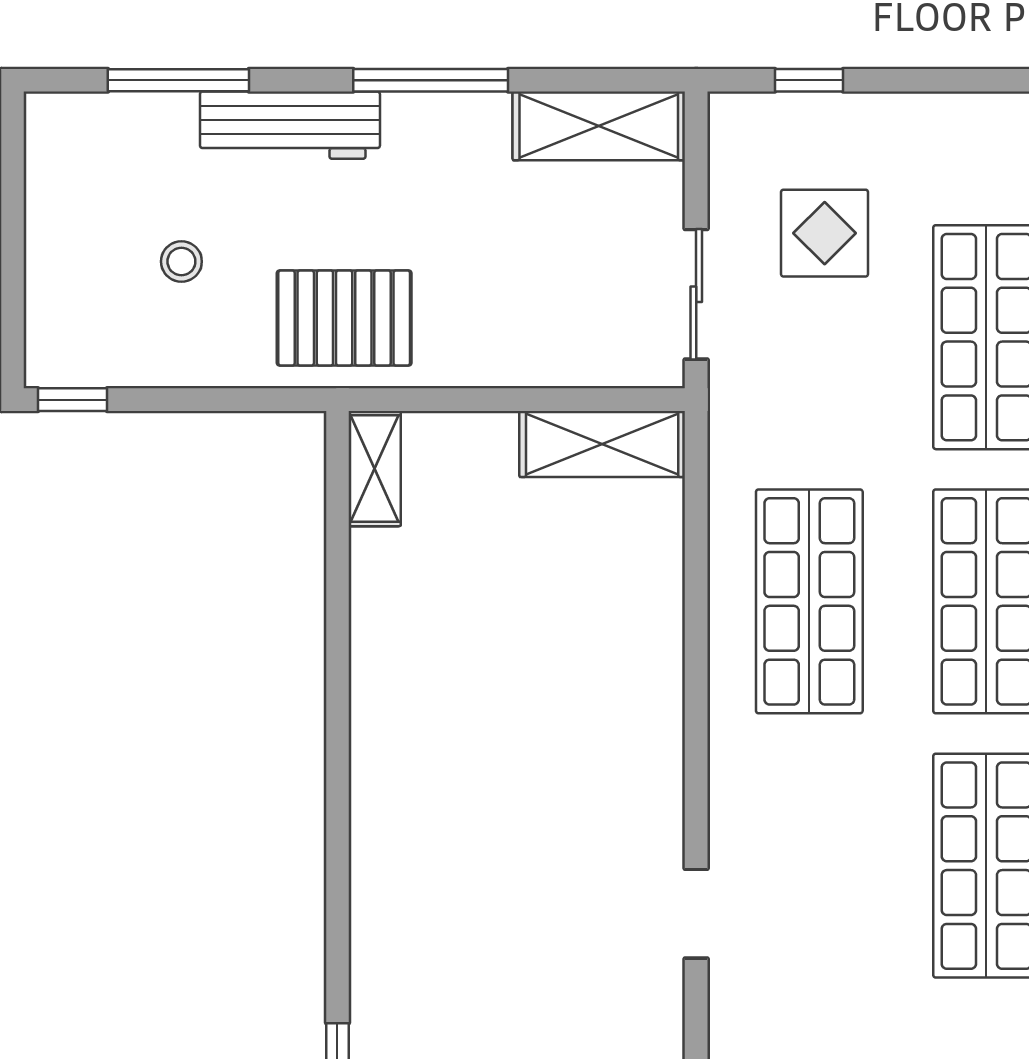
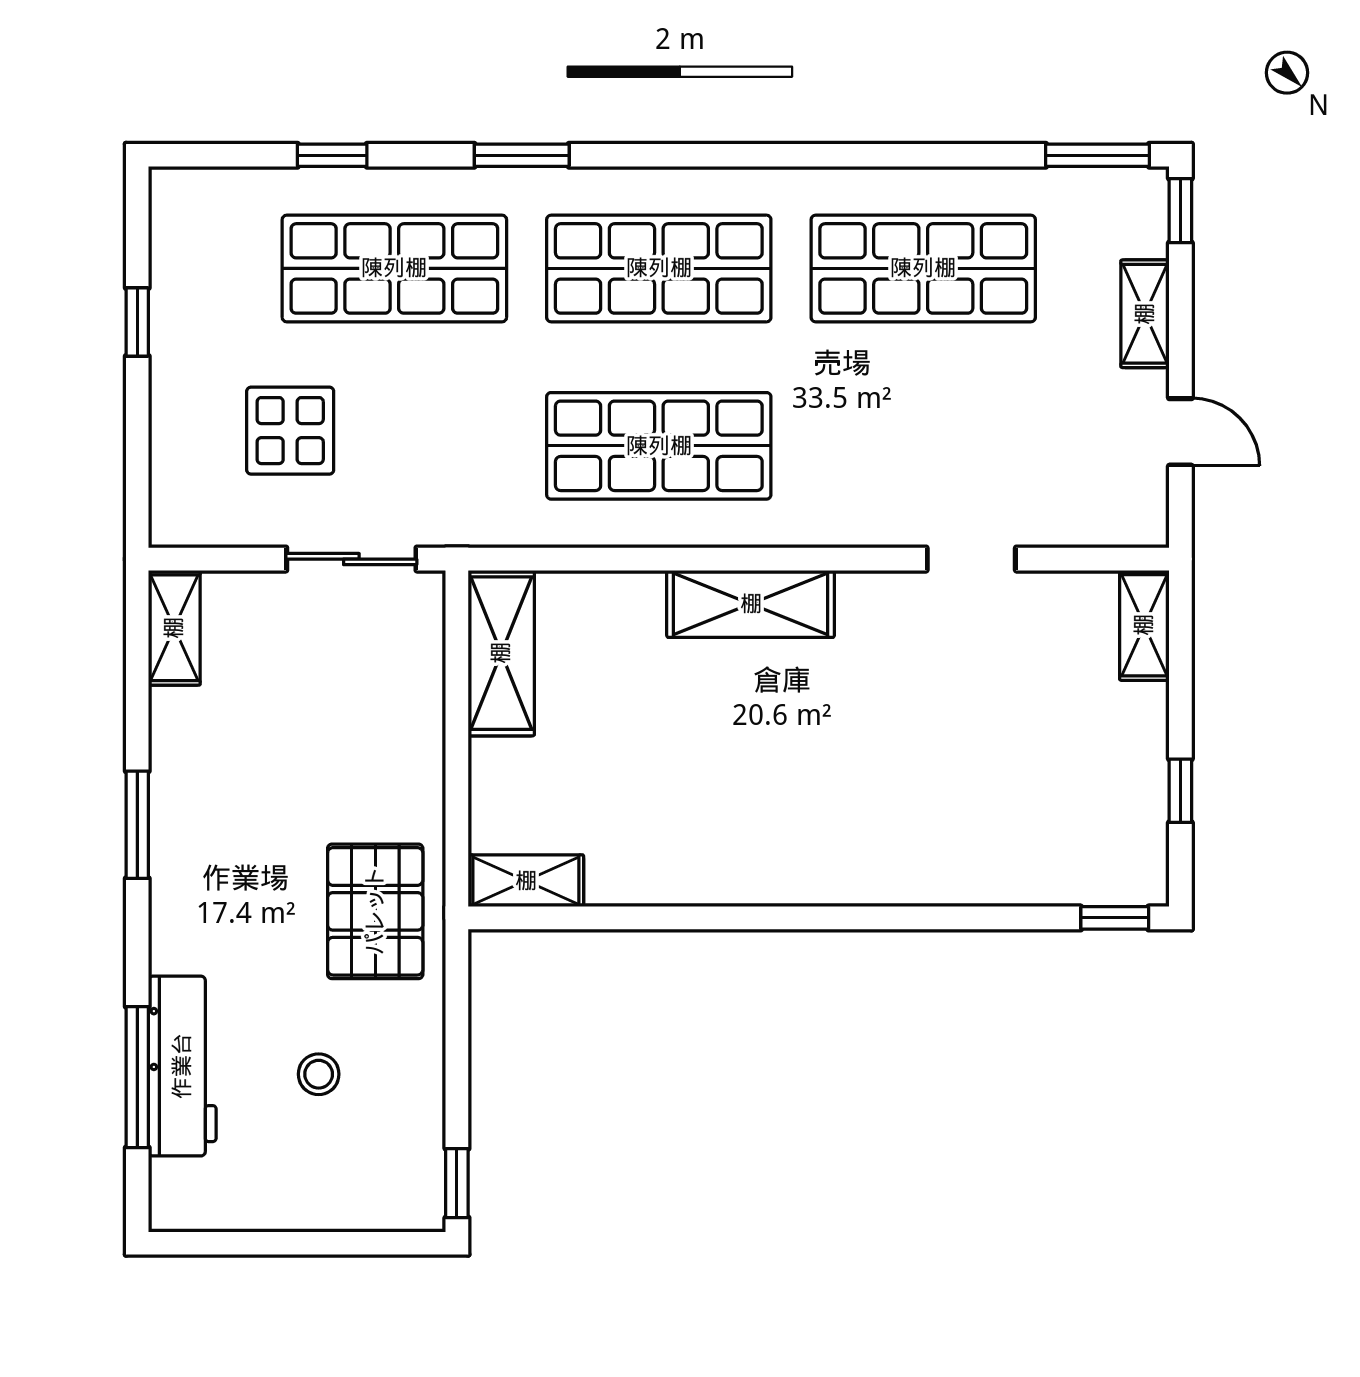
window: (431, 80) -> (137, 825), width x0.69
window: (809, 80) -> (137, 322), moved
workbench: (290, 125) -> (182, 1066), moved
shelving: (599, 126) -> (174, 628), width x0.67, depth x0.75
shelving: (651, 693) -> (751, 604), added

